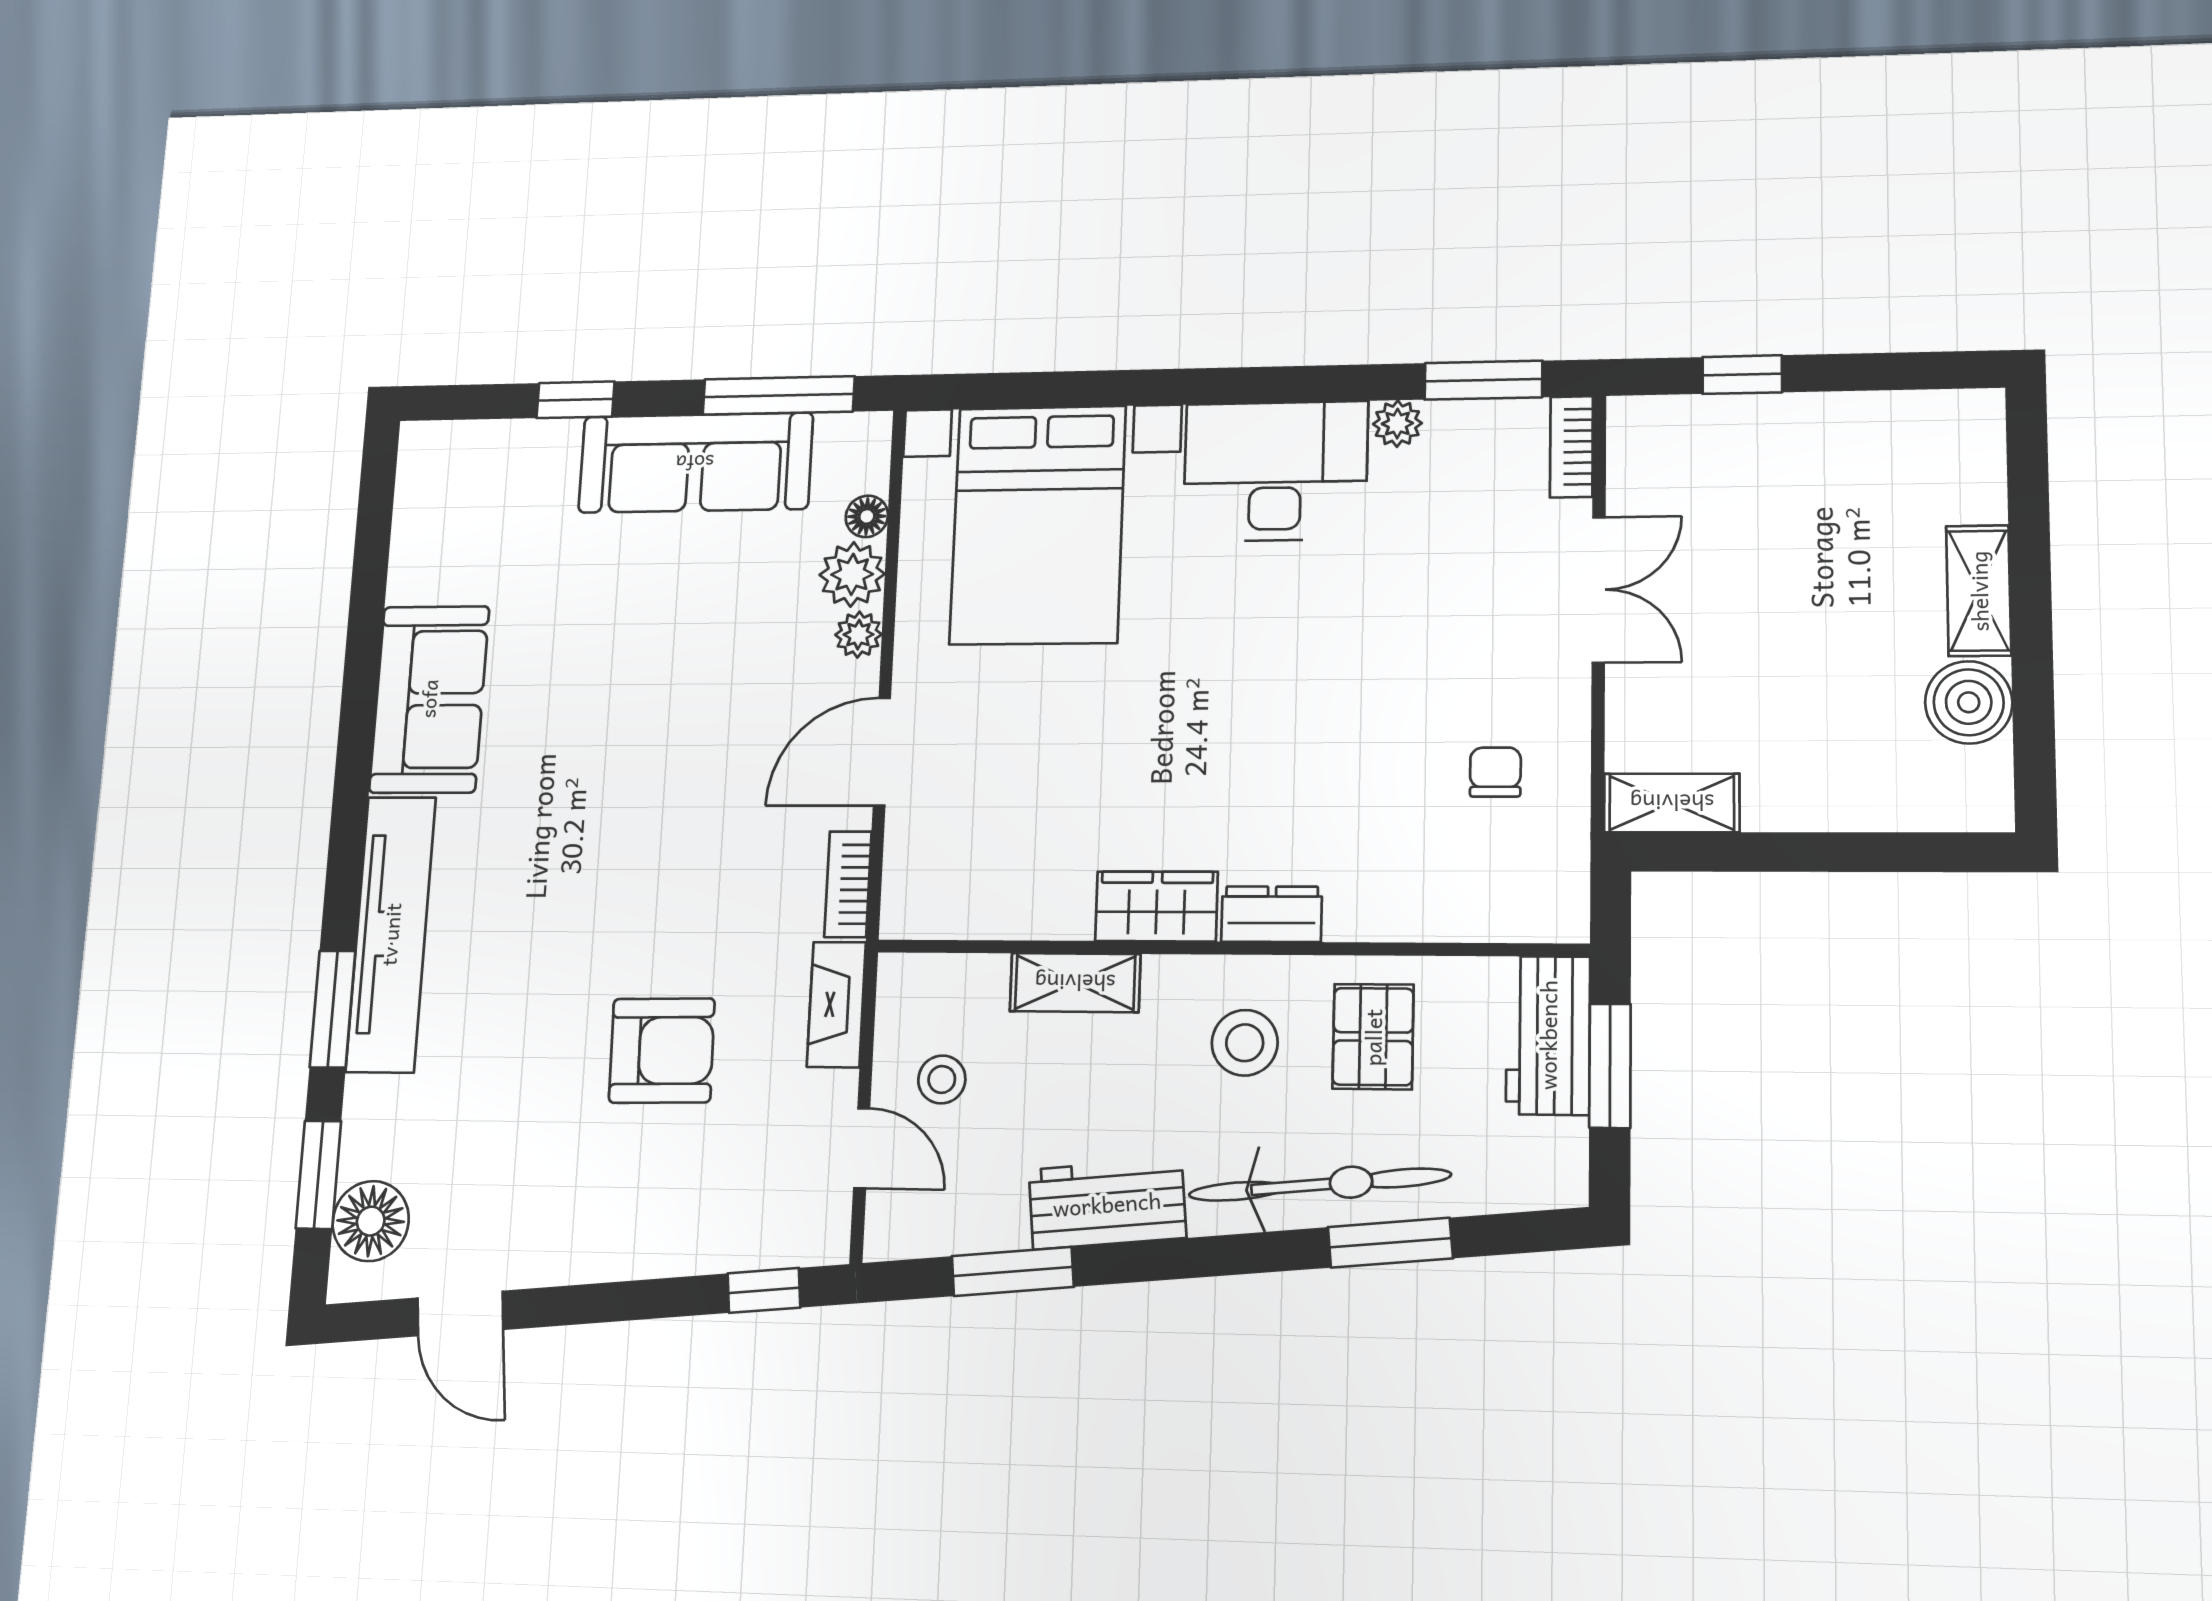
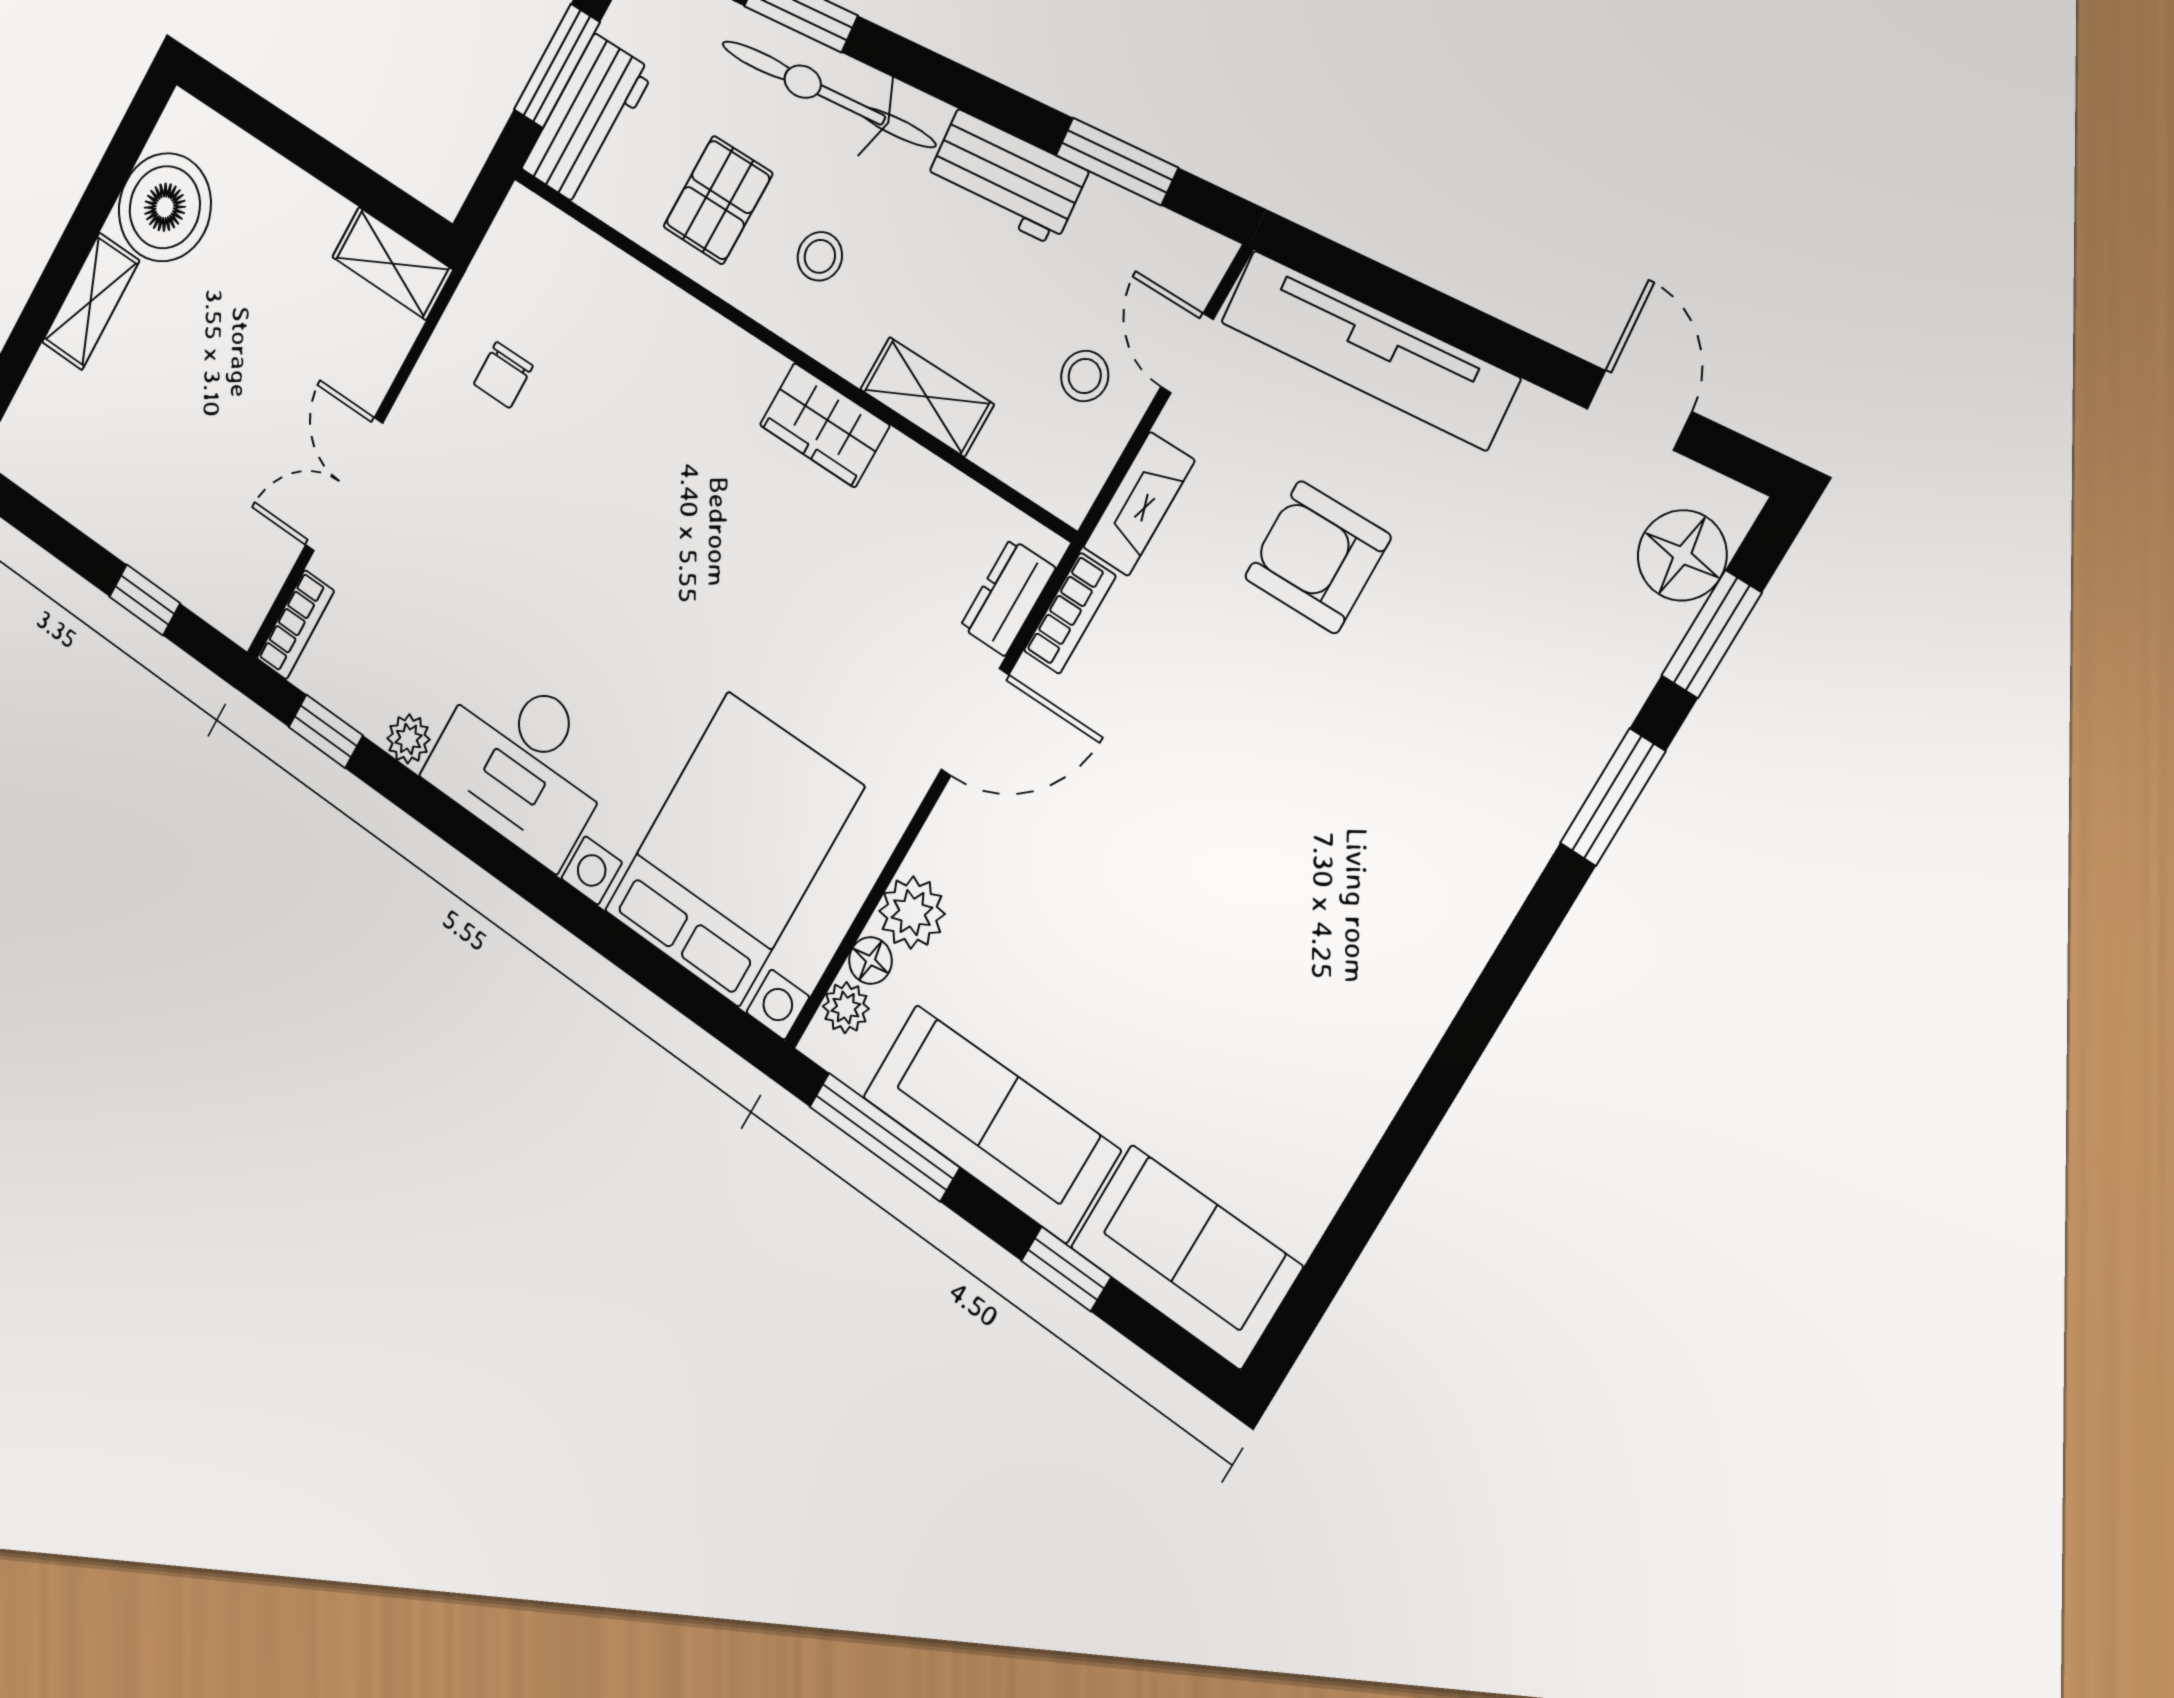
window: (1483, 380) -> (326, 731), width x0.67
plant: (858, 635) -> (846, 1008), moved
sofa: (429, 699) -> (1186, 1257), moved, turned 90
boiler: (1969, 702) -> (165, 207), width x1.37, depth x1.37
dresser: (1272, 914) -> (1008, 597), moved, turned 90
tv unit: (391, 934) -> (1369, 350), moved, turned -95
stool: (1245, 1043) -> (820, 256), width x0.73, depth x0.73
window: (764, 1290) -> (1343, 269), removed

